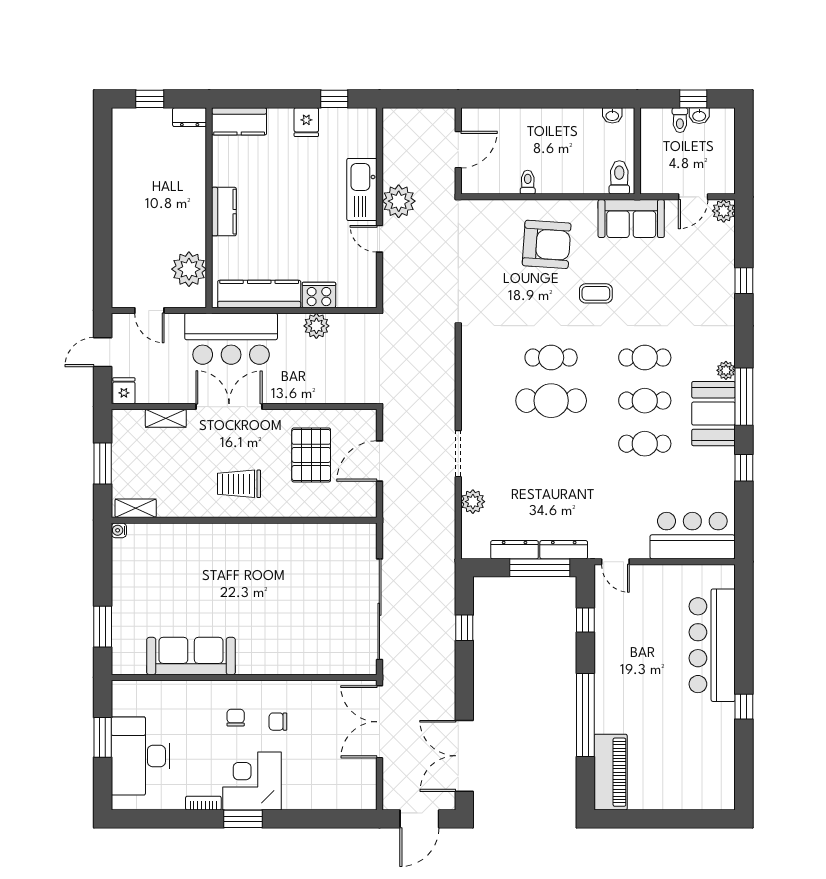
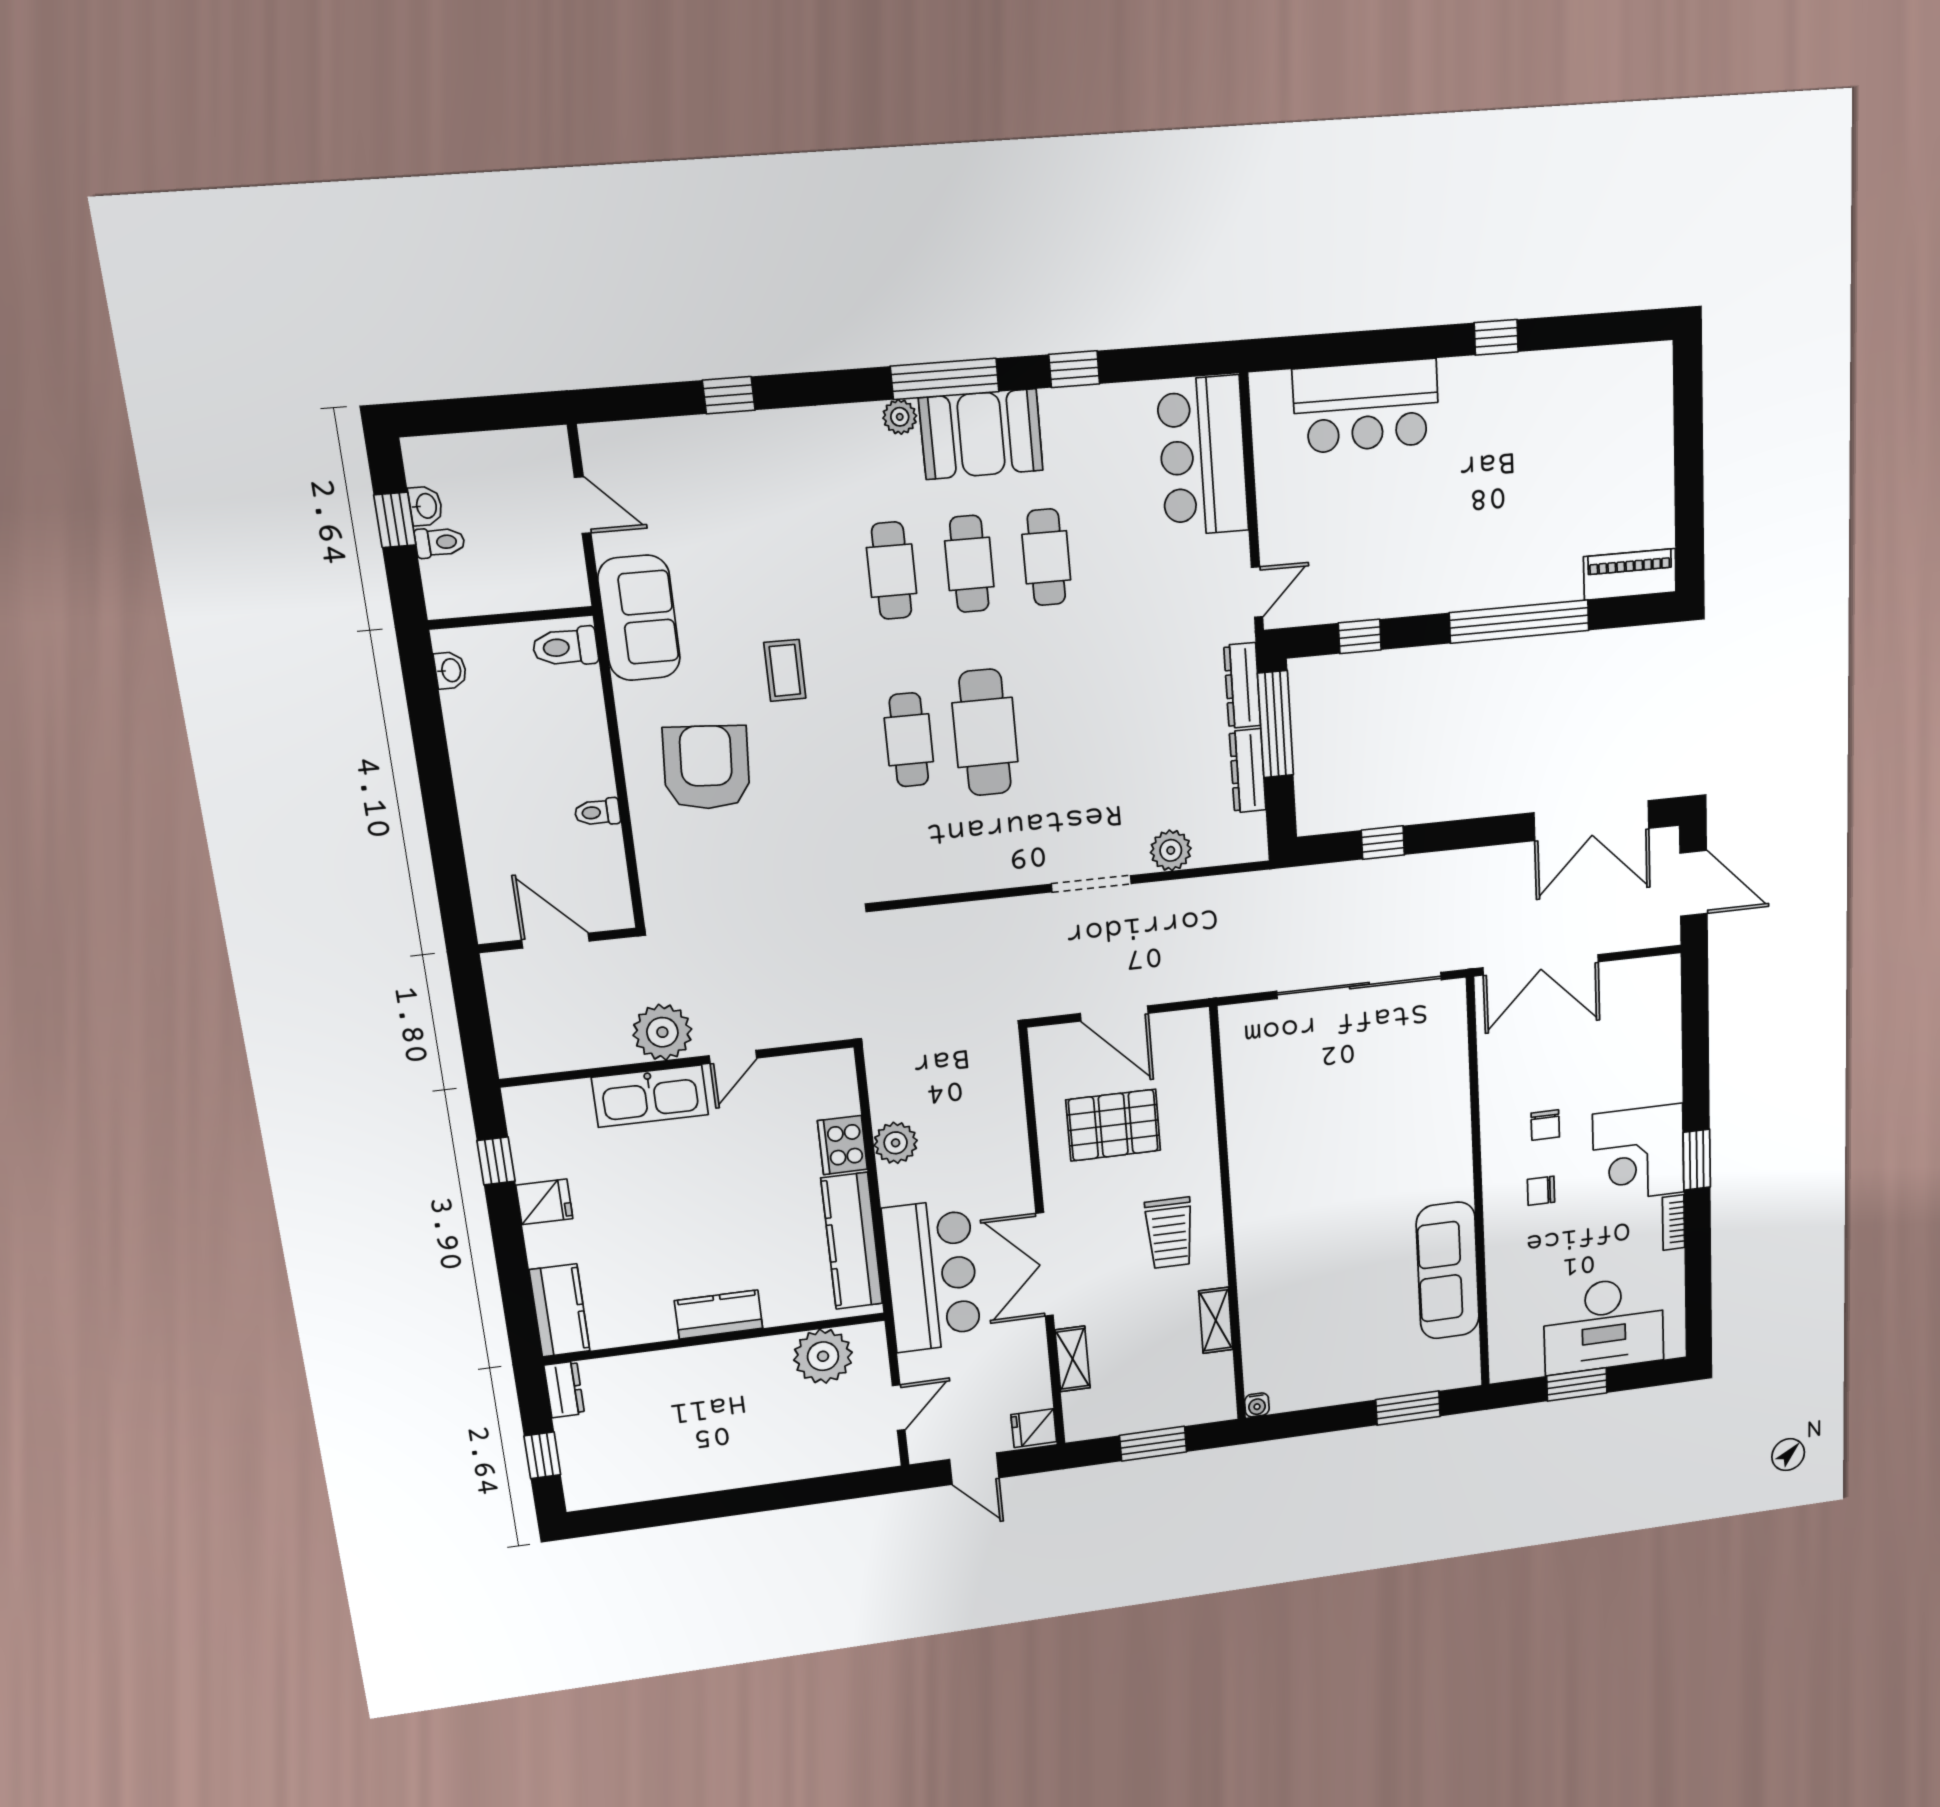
plant: (724, 211) -> (602, 444), removed
shelving: (136, 508) -> (1216, 1320), moved
bar counter: (712, 645) -> (1366, 406), width x0.73
piano: (611, 772) -> (1630, 574), width x0.73, depth x0.75

